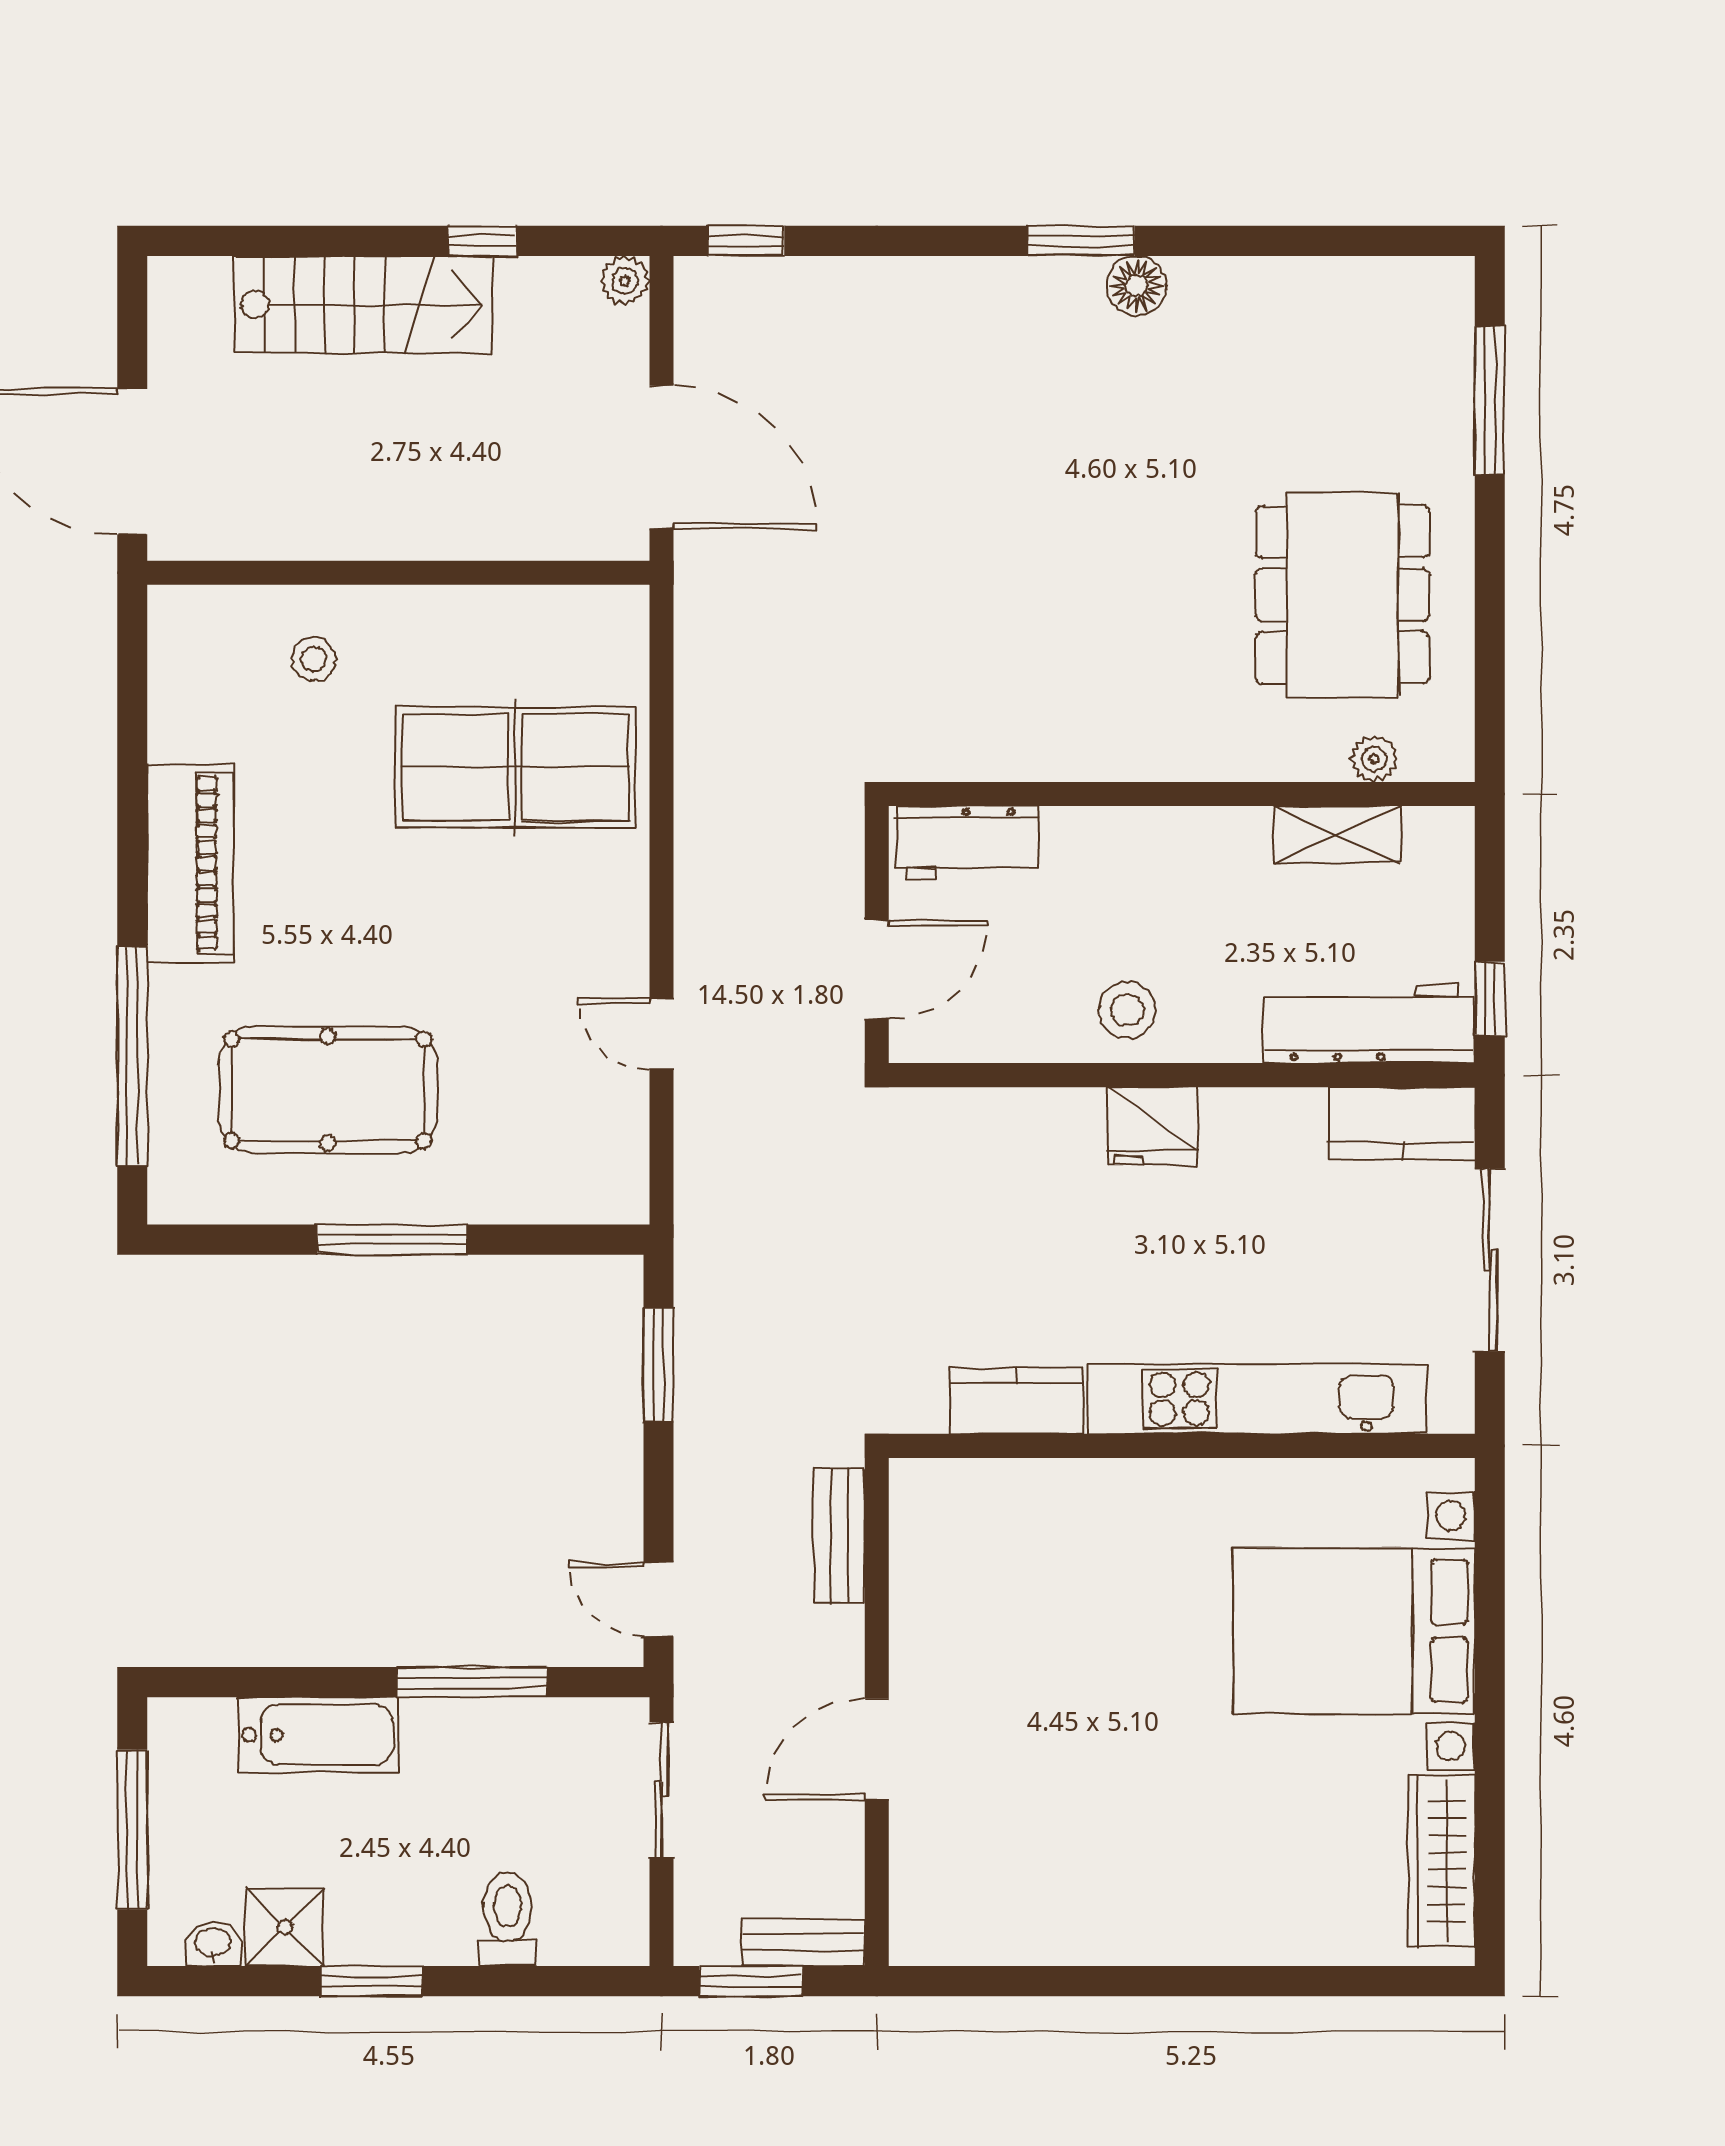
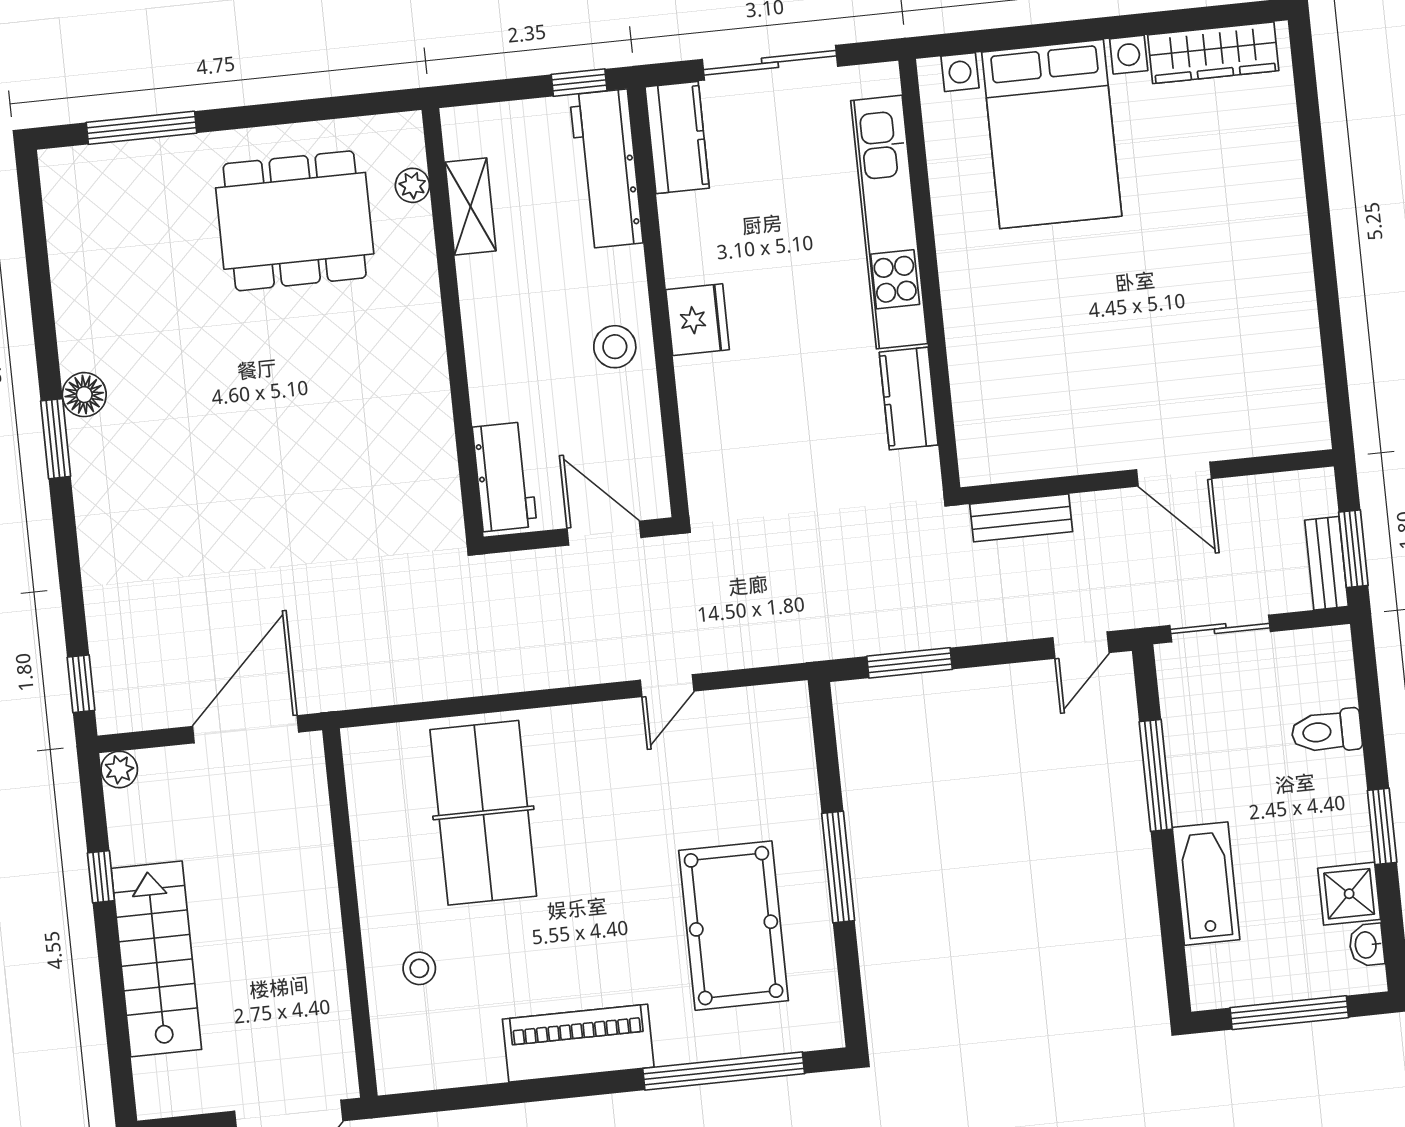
bench: (803, 1943) -> (1326, 563), moved

